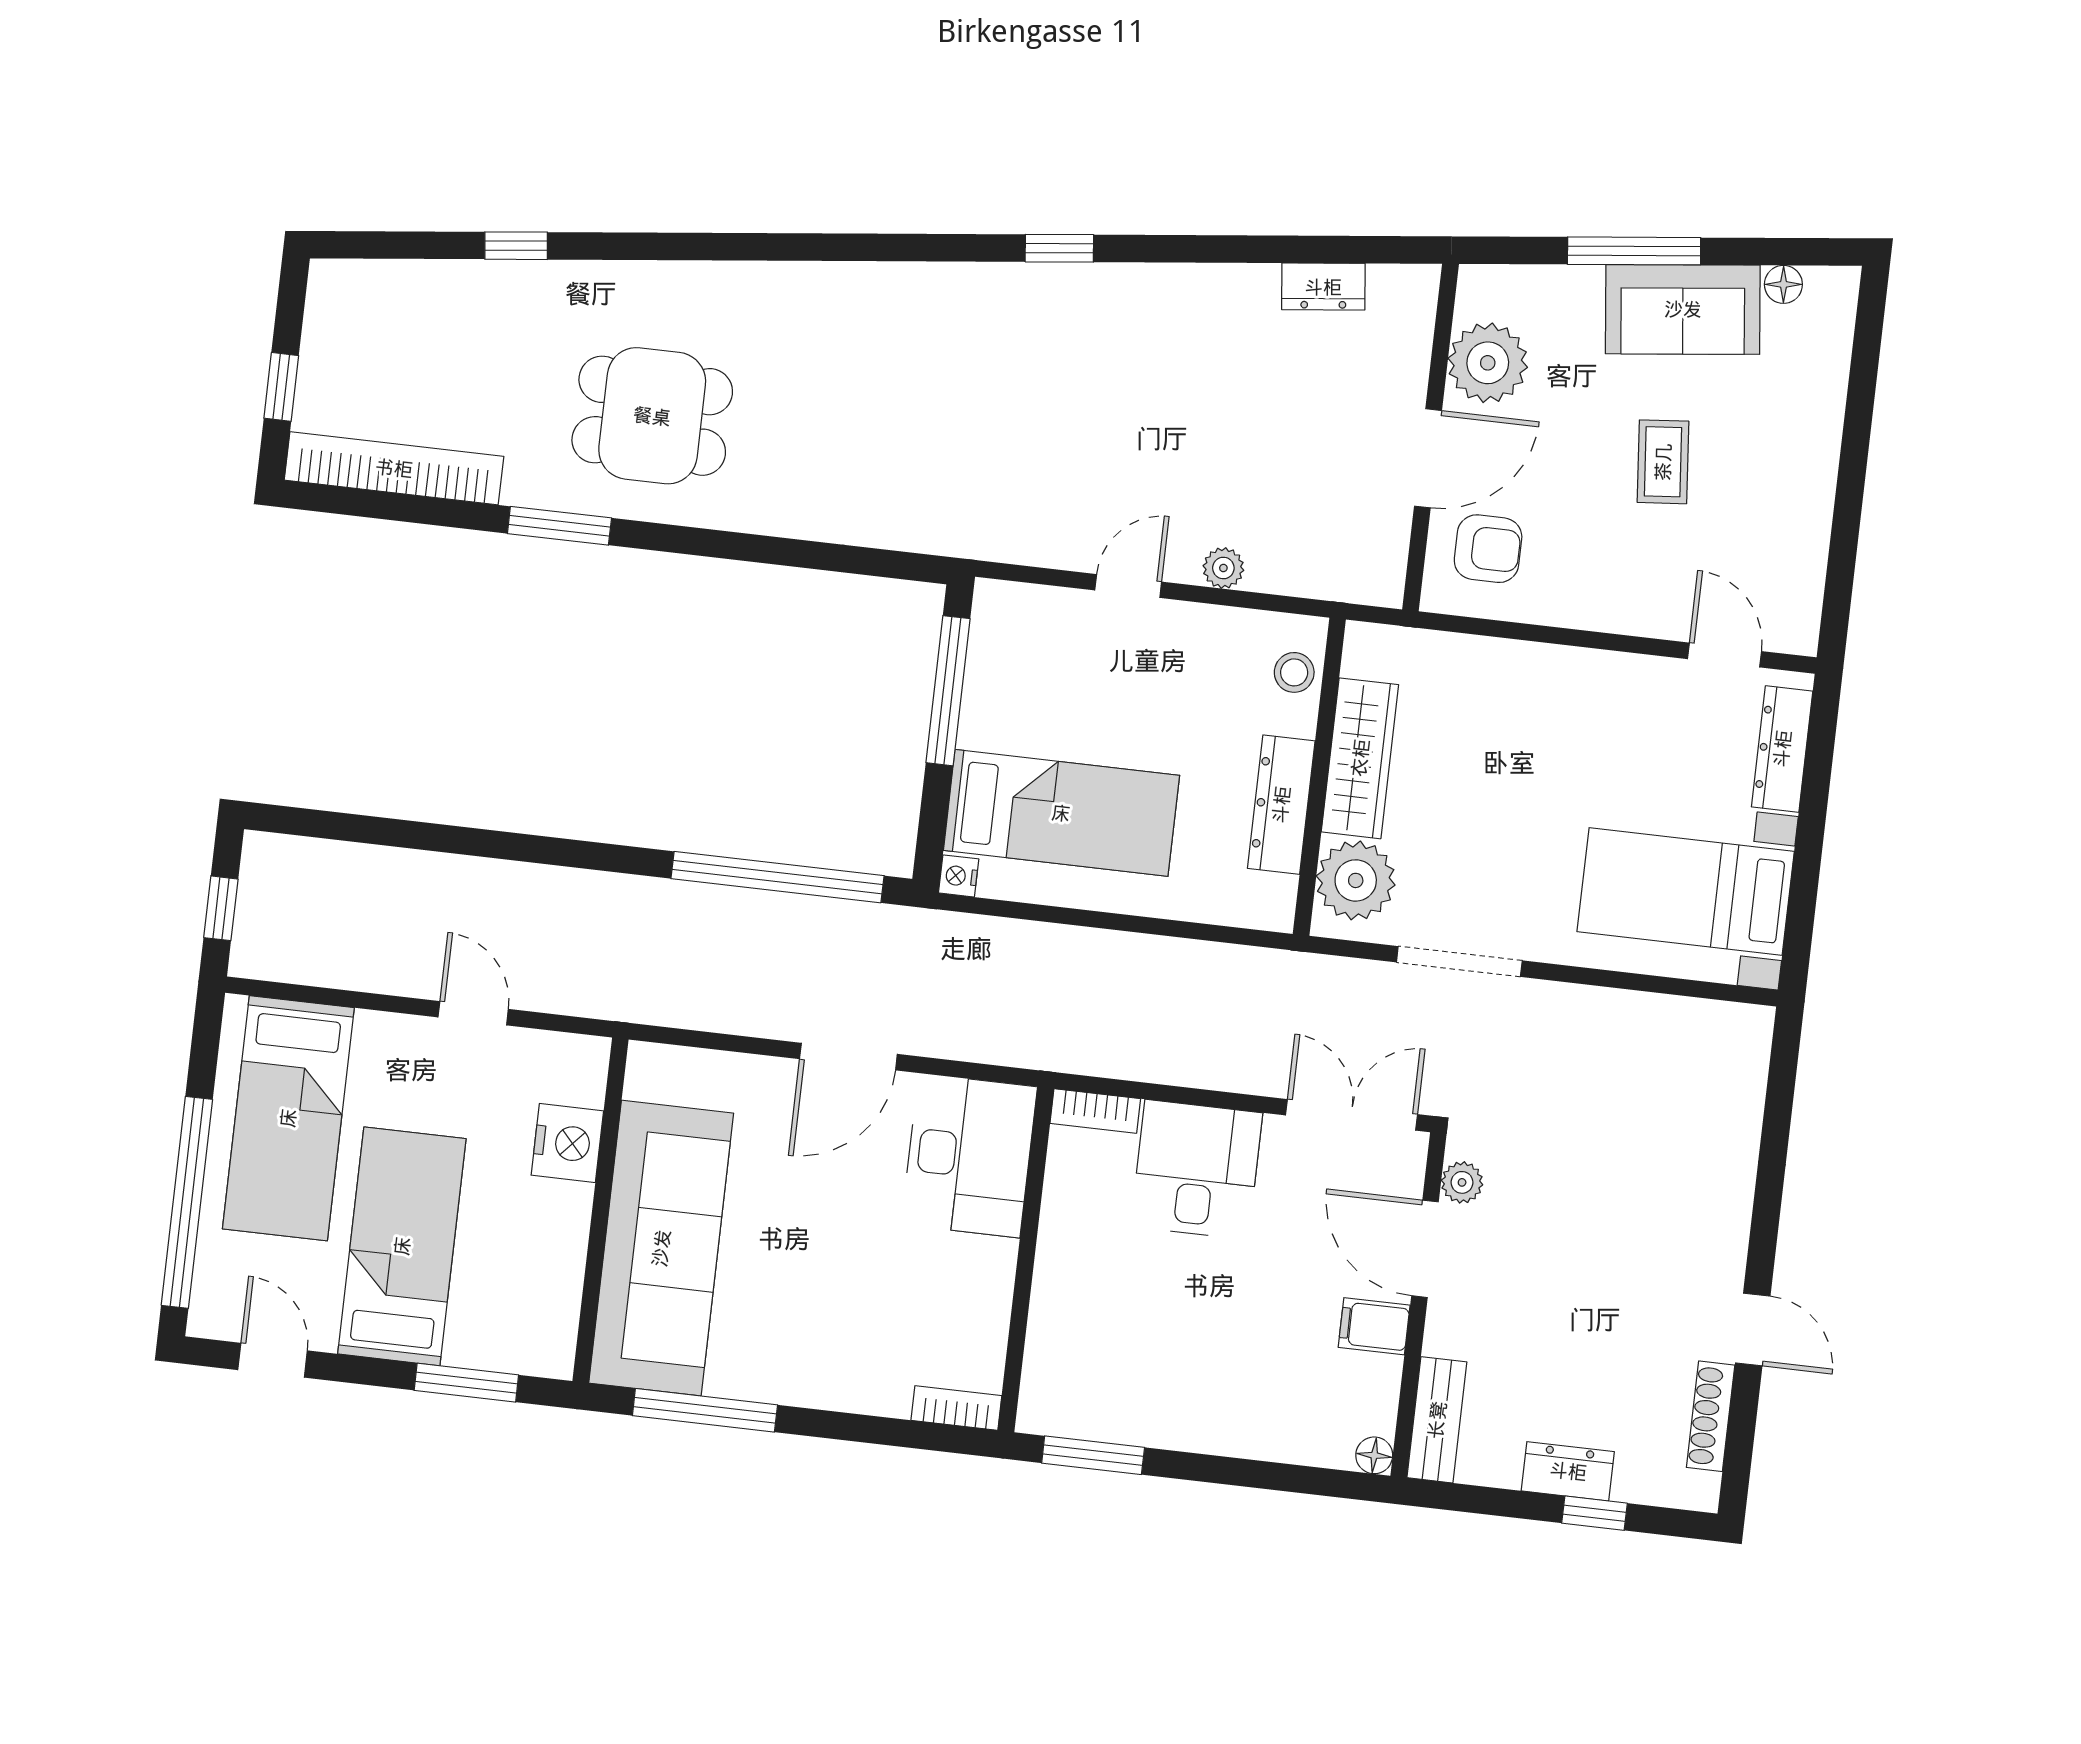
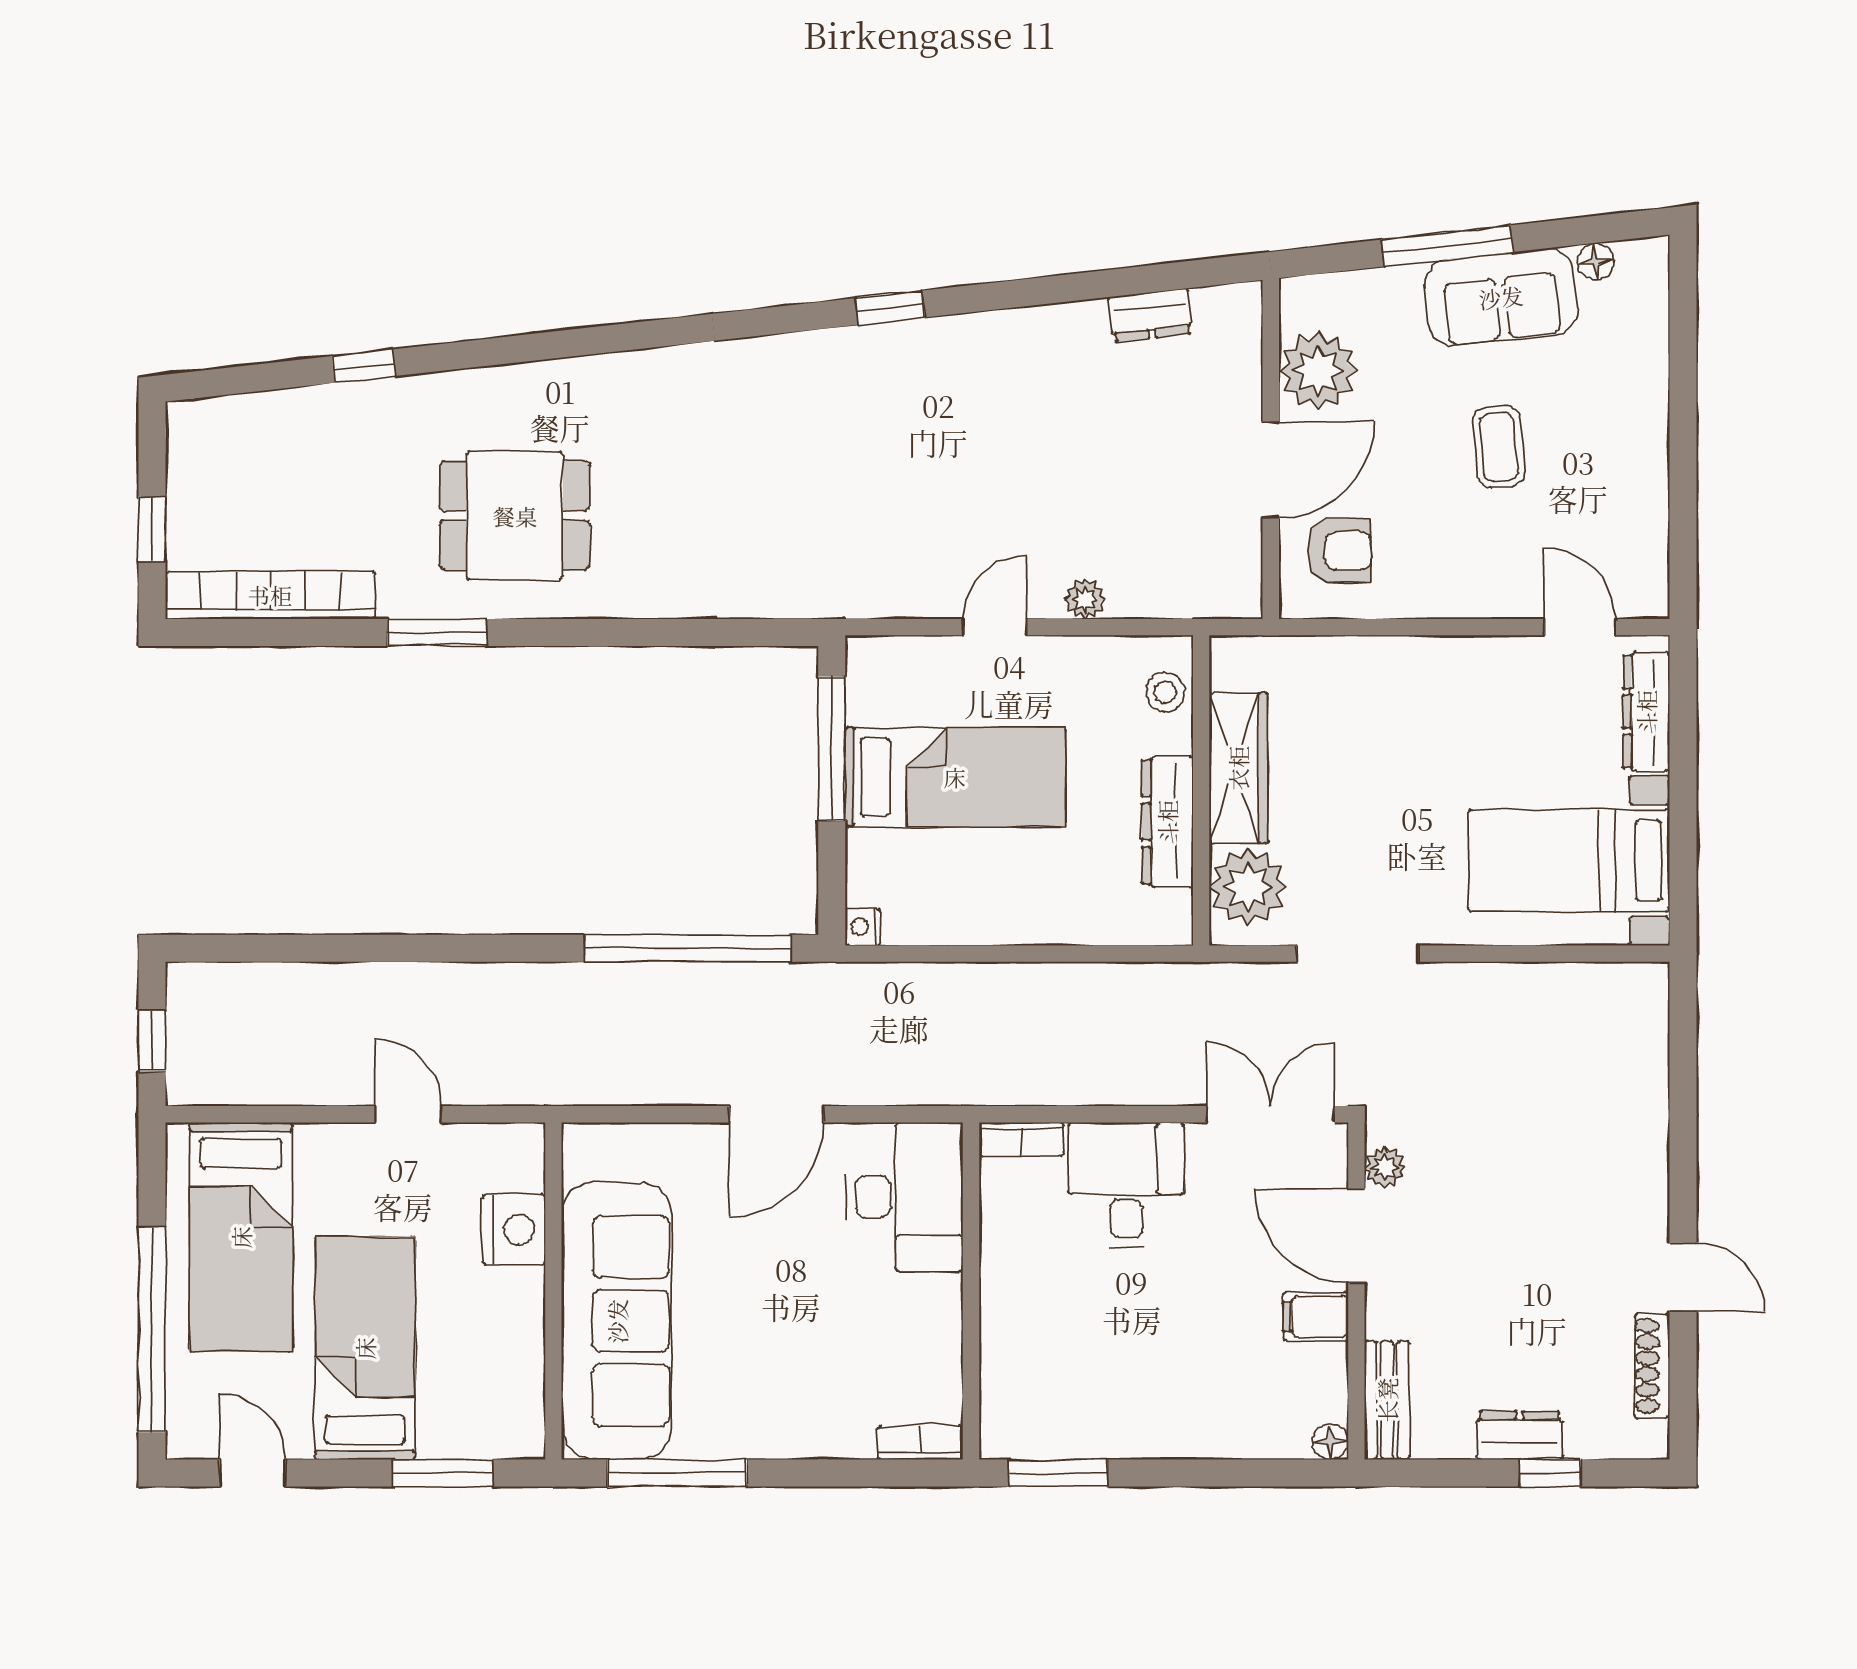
bed: (1061, 813) -> (955, 777), moved

